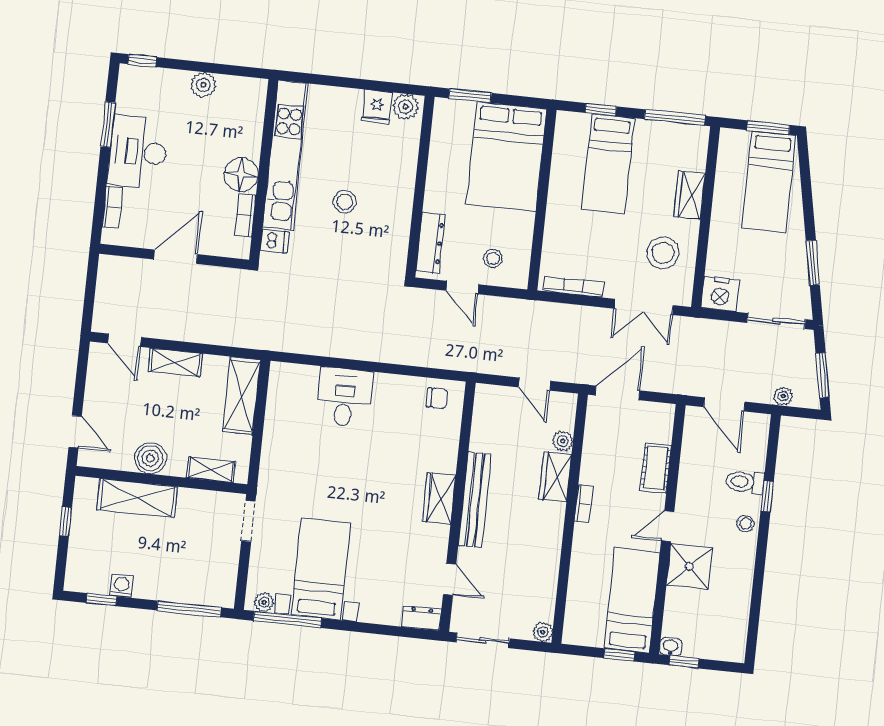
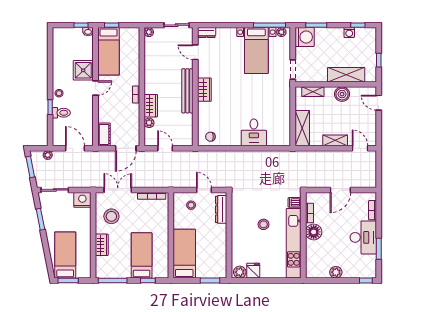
bed: (507, 157) -> (184, 254), width x0.67
cot: (656, 468) -> (104, 134), moved
washing machine: (216, 587) -> (305, 37), added
window: (189, 609) -> (316, 25), width x0.69

